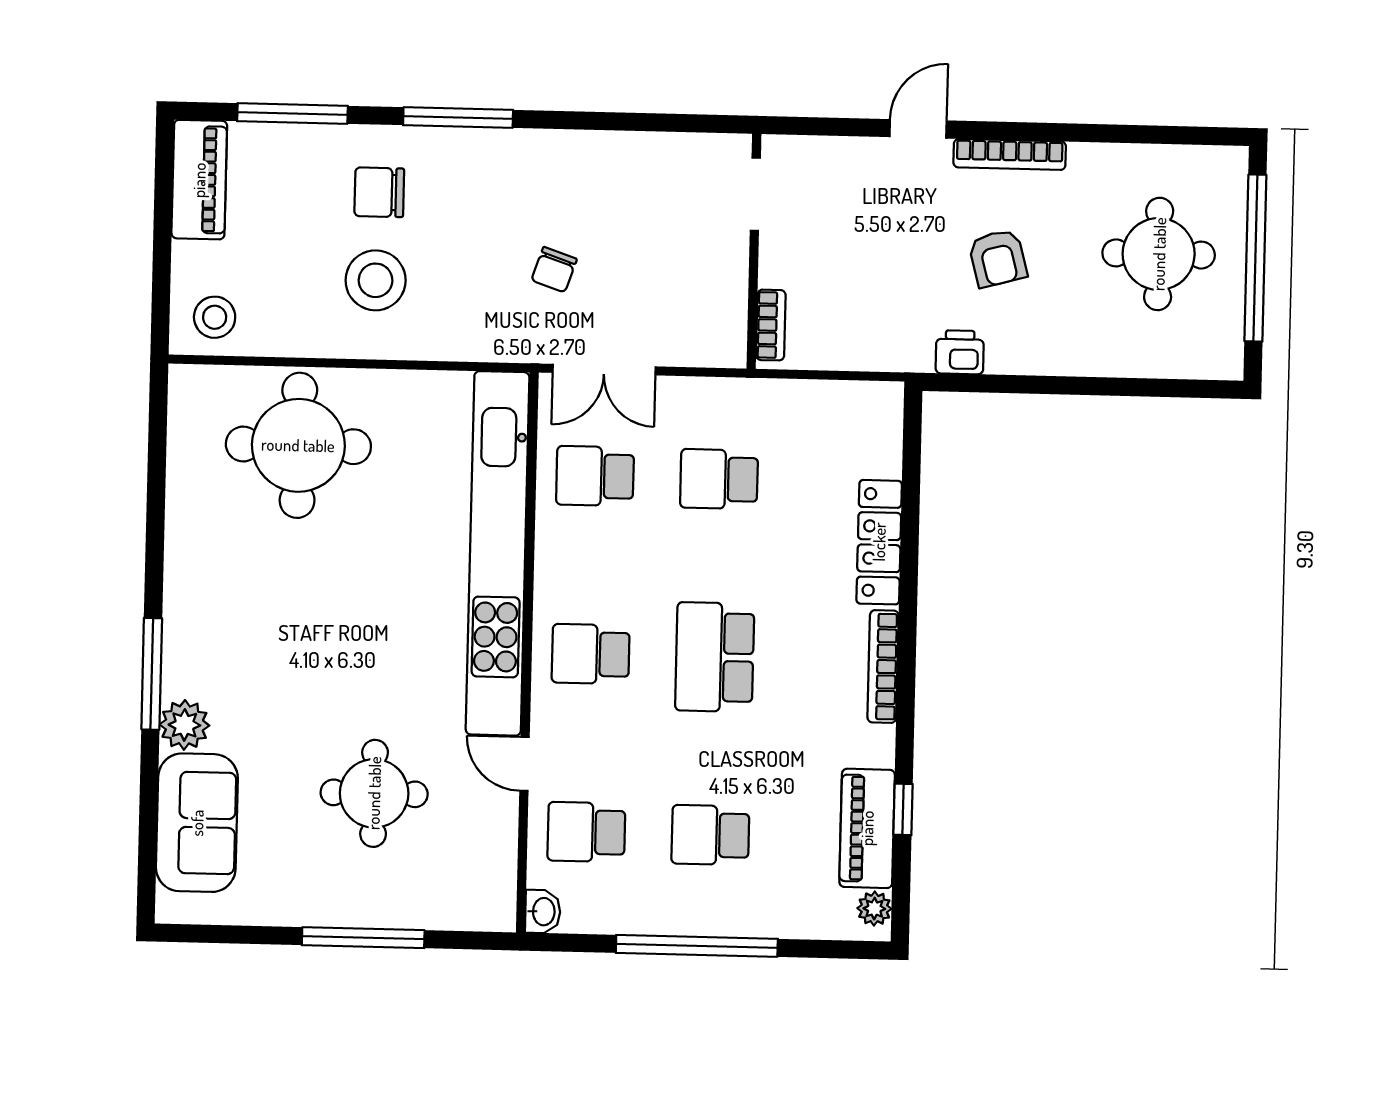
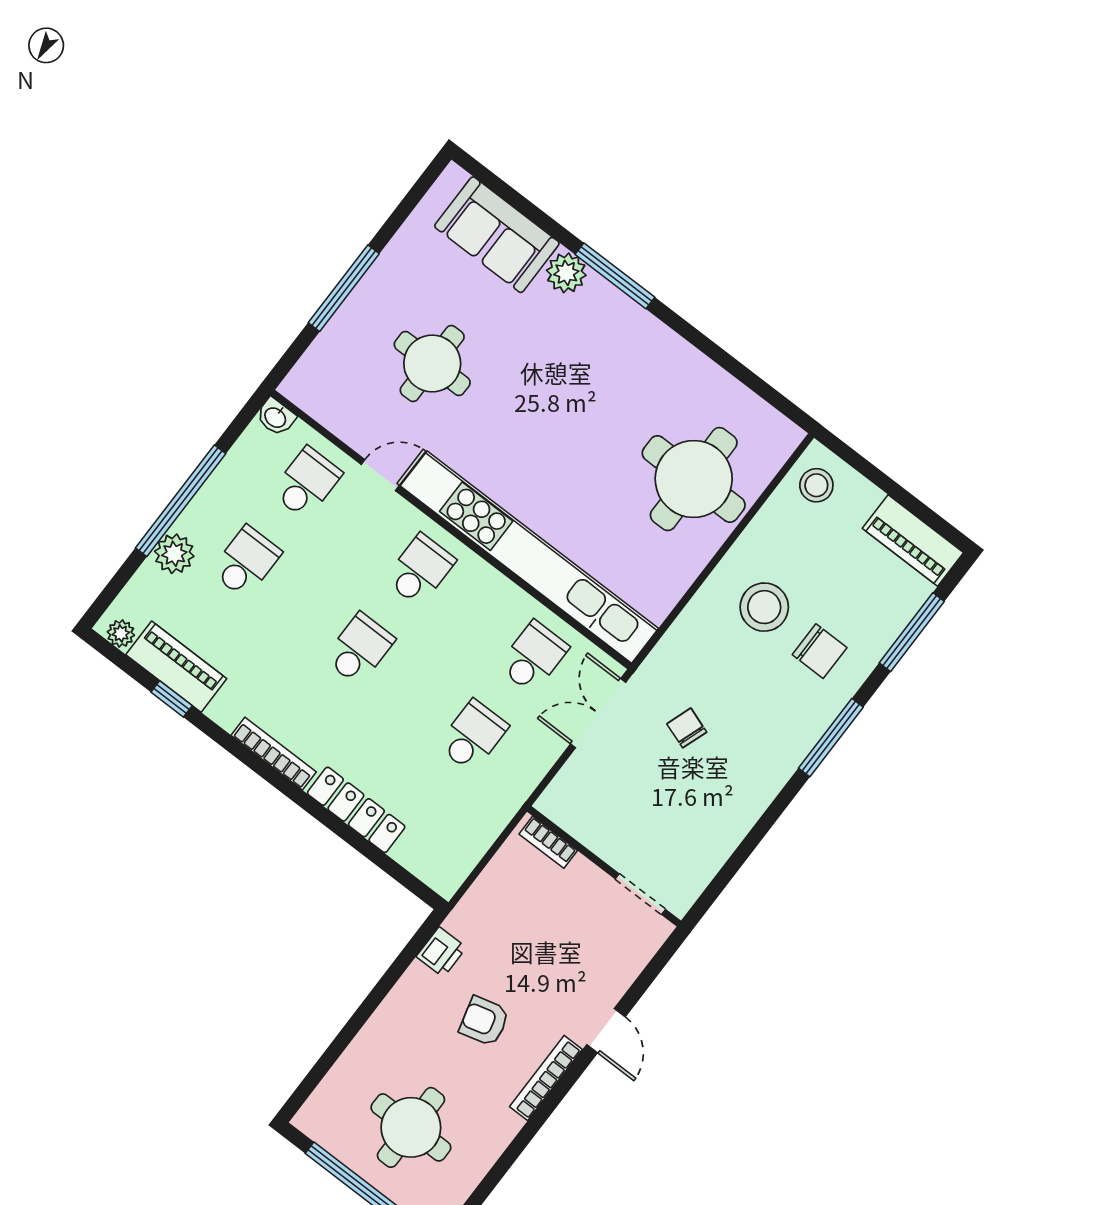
chair: (379, 192) -> (820, 651), turned 90
school desk: (715, 657) -> (359, 649), width x0.54
plant: (755, 913) -> (174, 554), added

